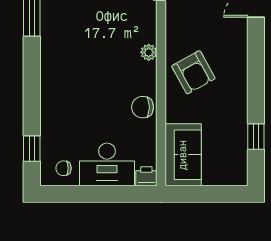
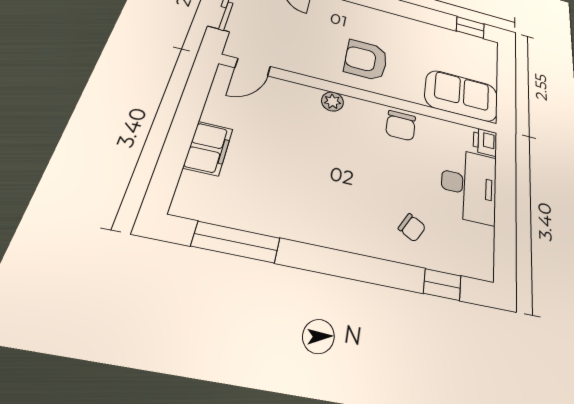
armchair: (193, 72) -> (366, 60), turned -151
window: (256, 137) -> (470, 28), moved
chair: (64, 168) -> (412, 228), moved, turned -61

